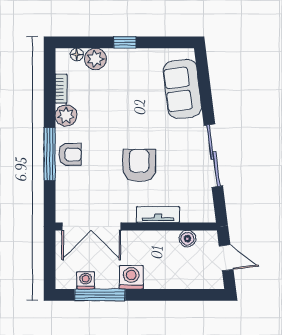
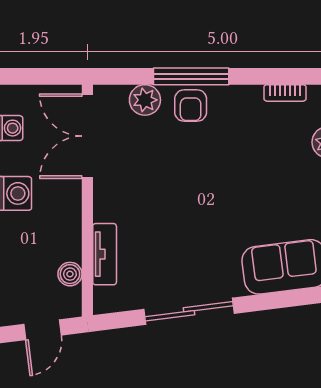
plant: (66, 116) -> (145, 100), moved
armchair: (139, 165) -> (175, 205), removed
tv unit: (158, 215) -> (105, 254), moved

